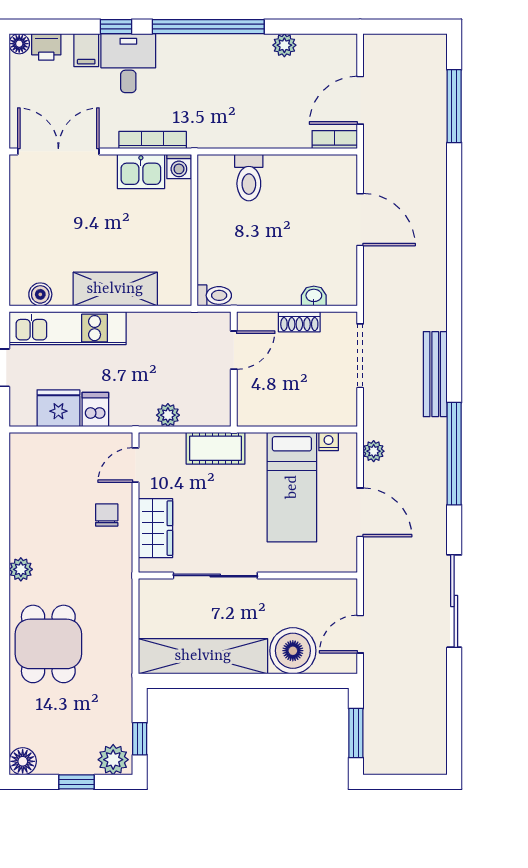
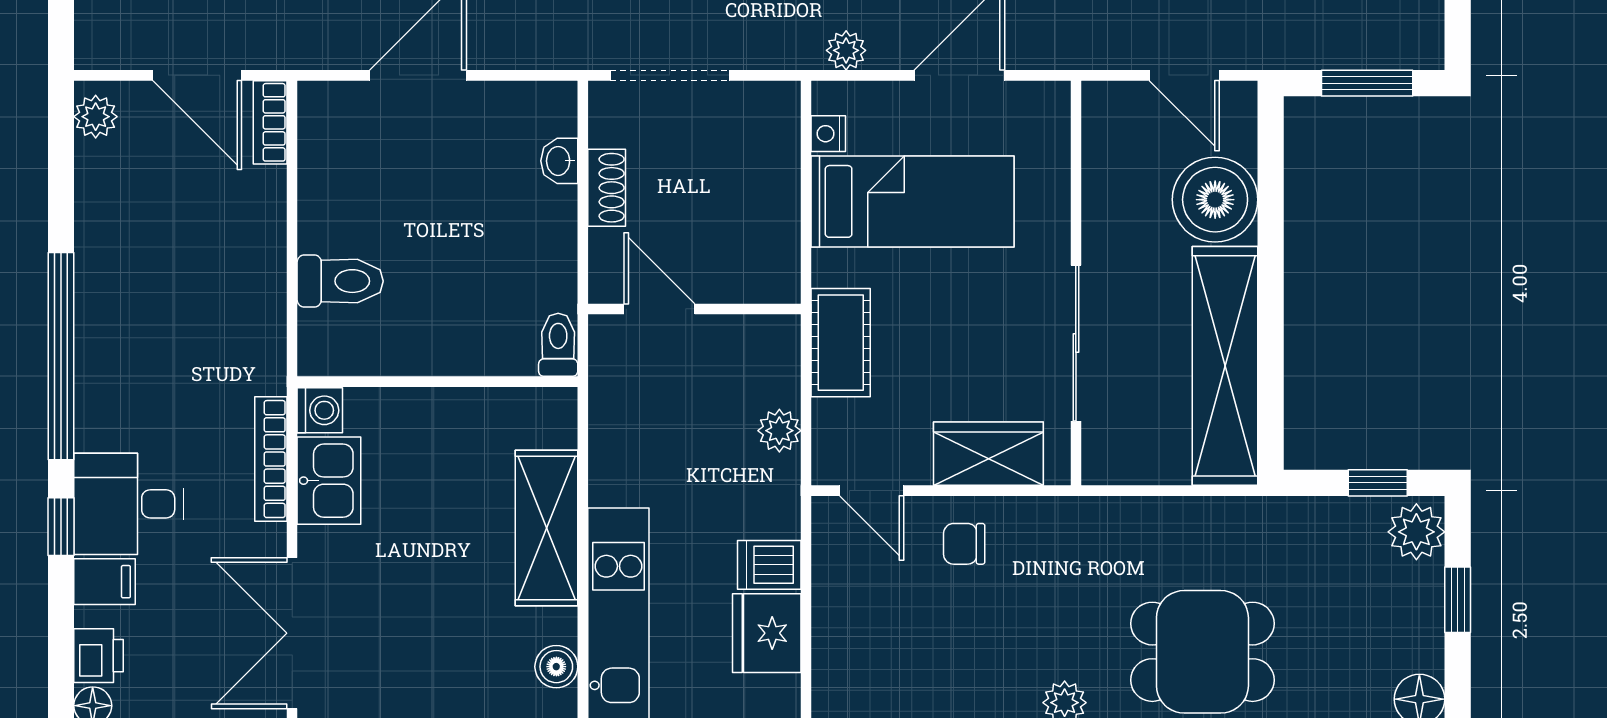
plant: (284, 45) -> (96, 117), moved

